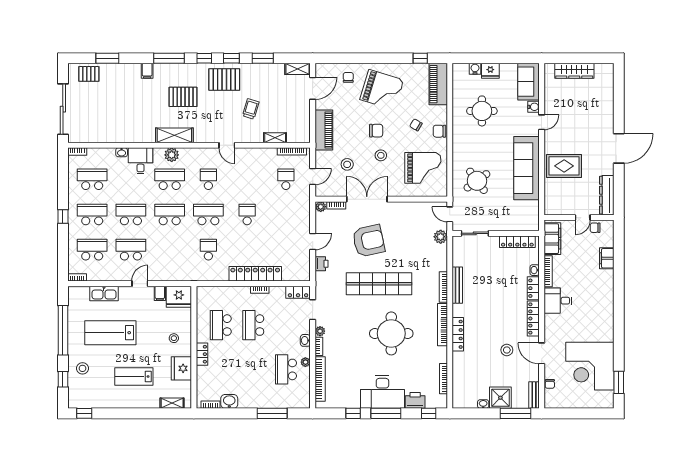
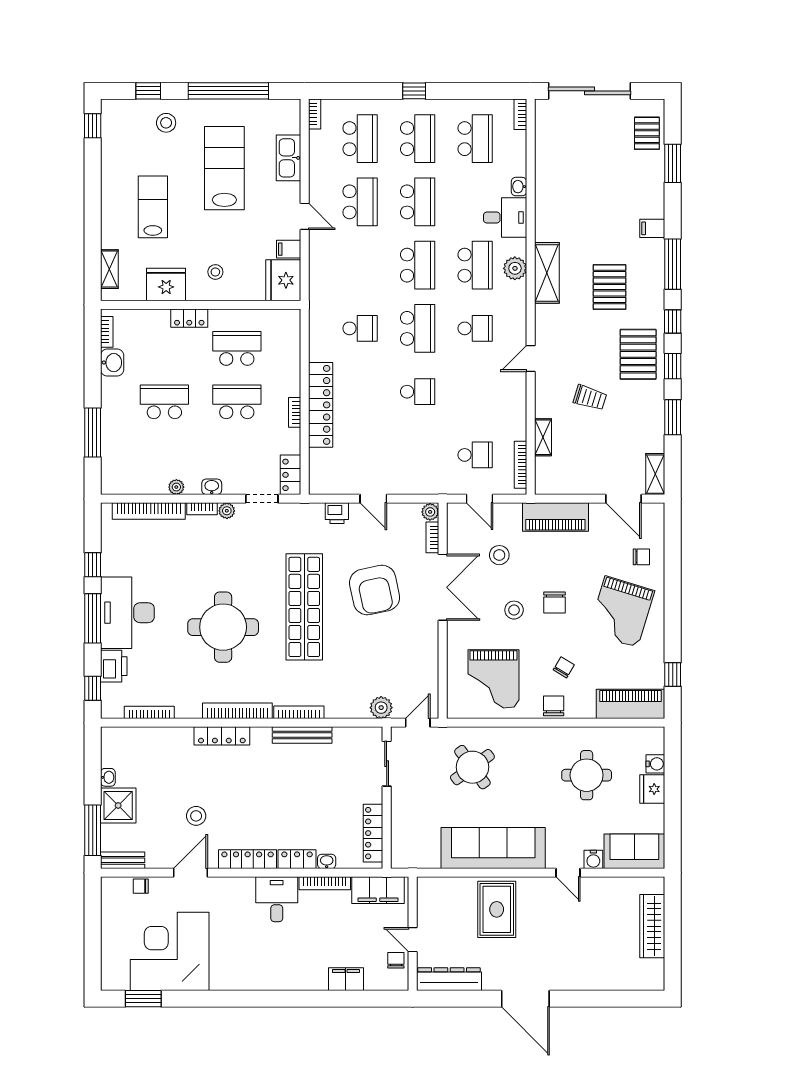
school desk: (286, 369) -> (164, 402), moved

